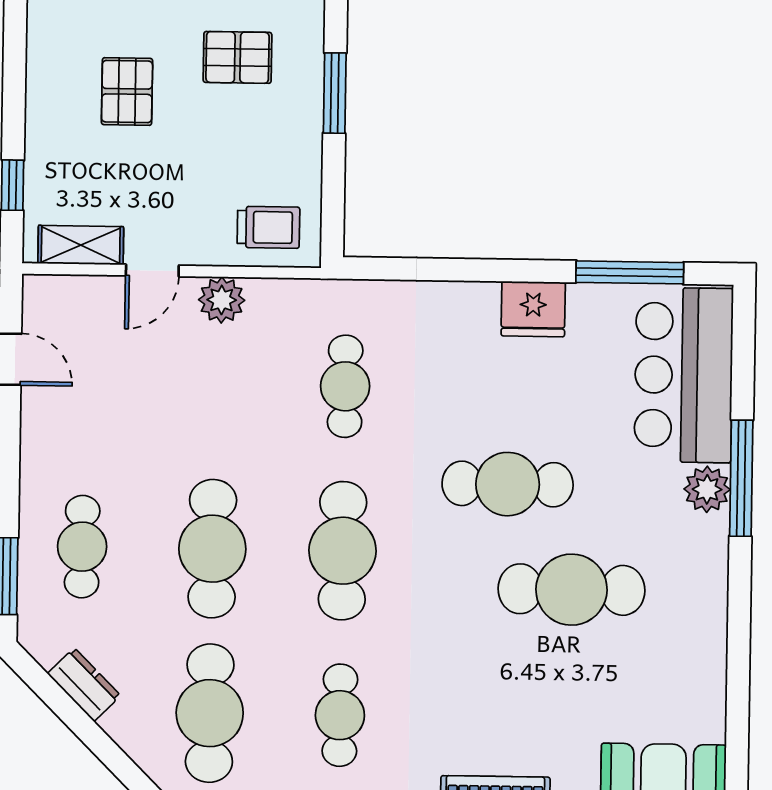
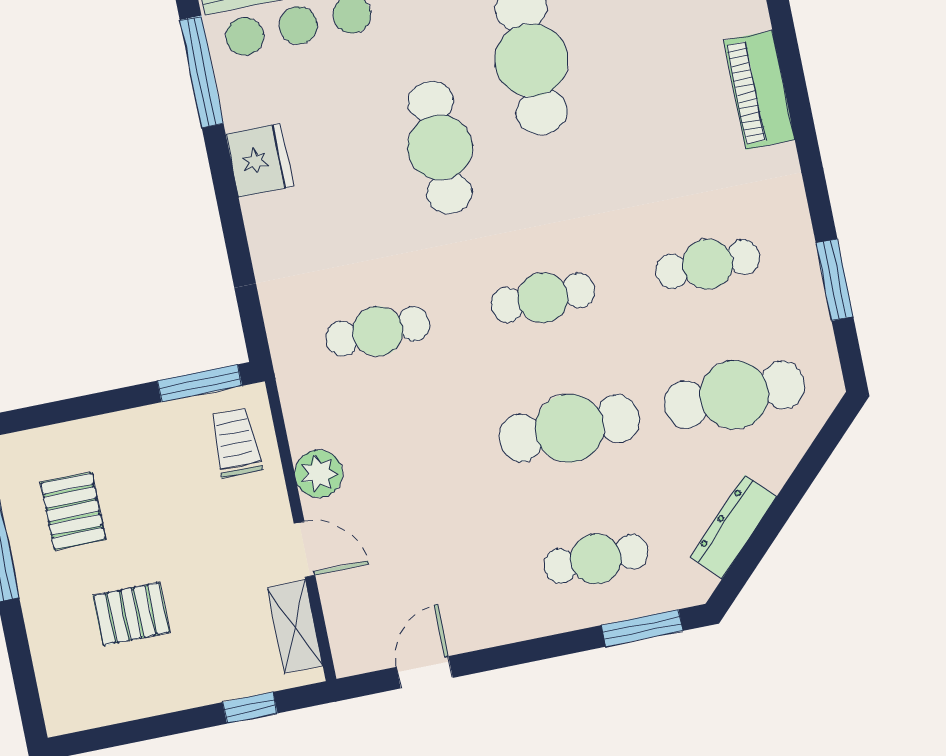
window: (335, 93) -> (200, 383), moved
cafe table: (343, 551) -> (543, 298), width x0.73, depth x0.74
dresser: (84, 685) -> (733, 527), width x1.44

